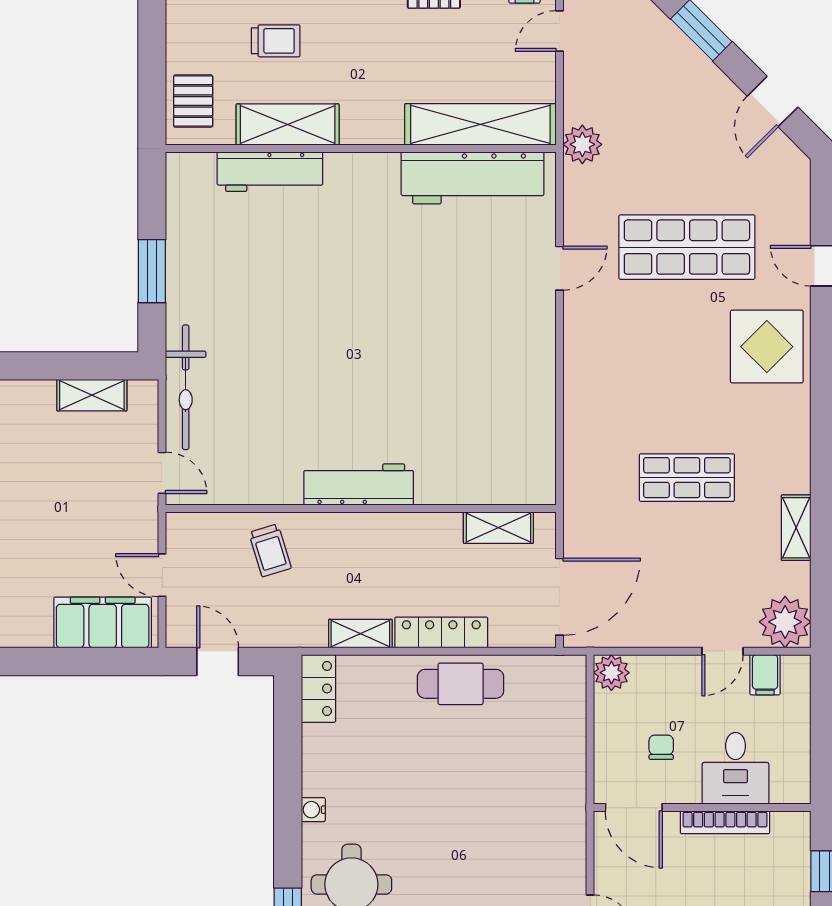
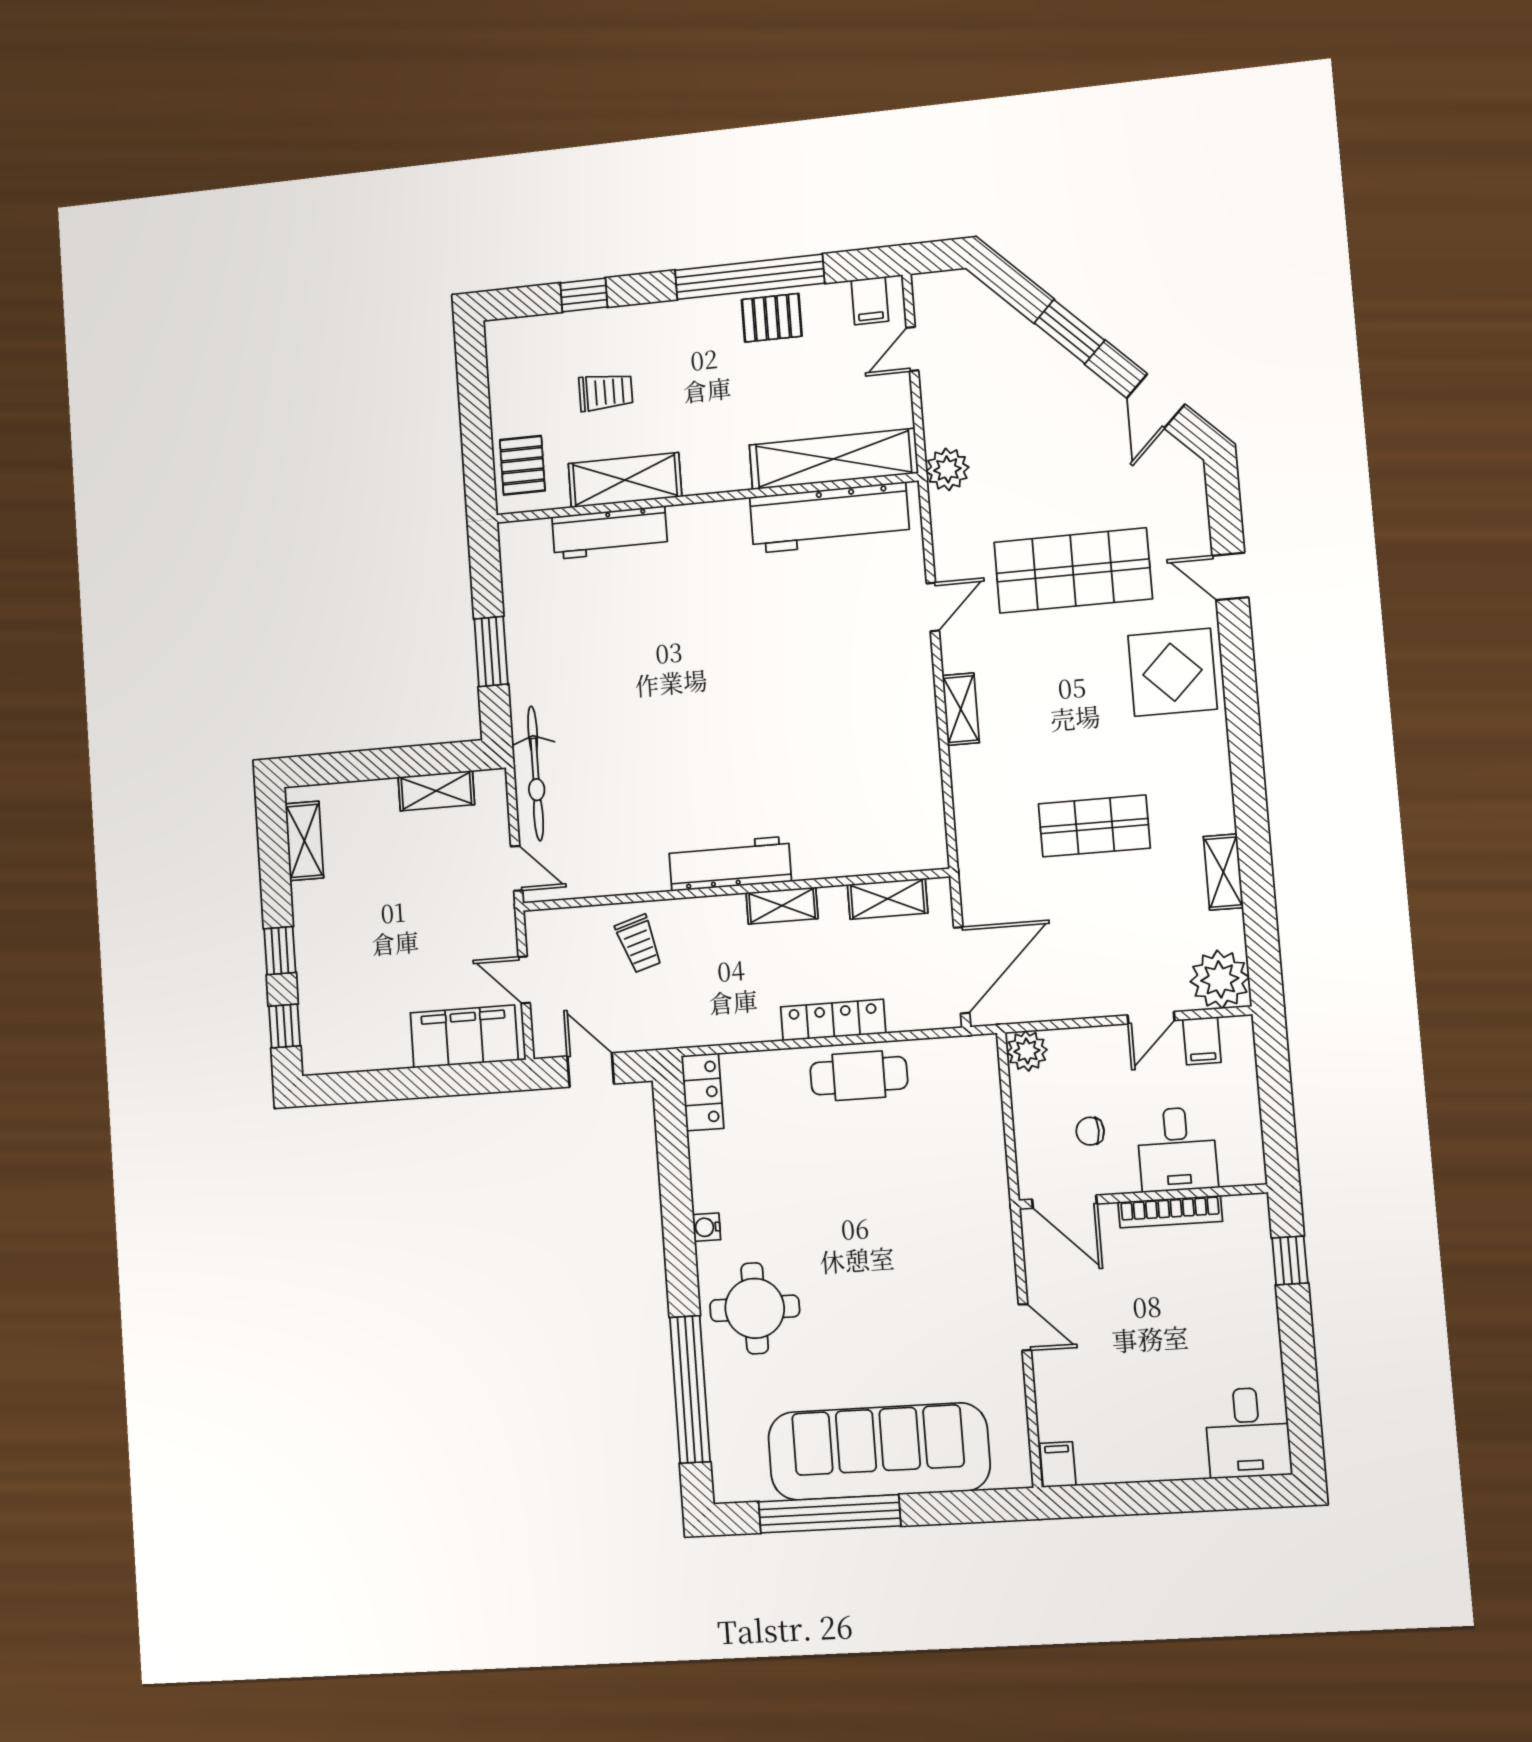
shelving: (577, 363) -> (961, 709), added
shelving: (360, 634) -> (782, 906), moved
chair: (661, 747) -> (1090, 1131), turned -90

